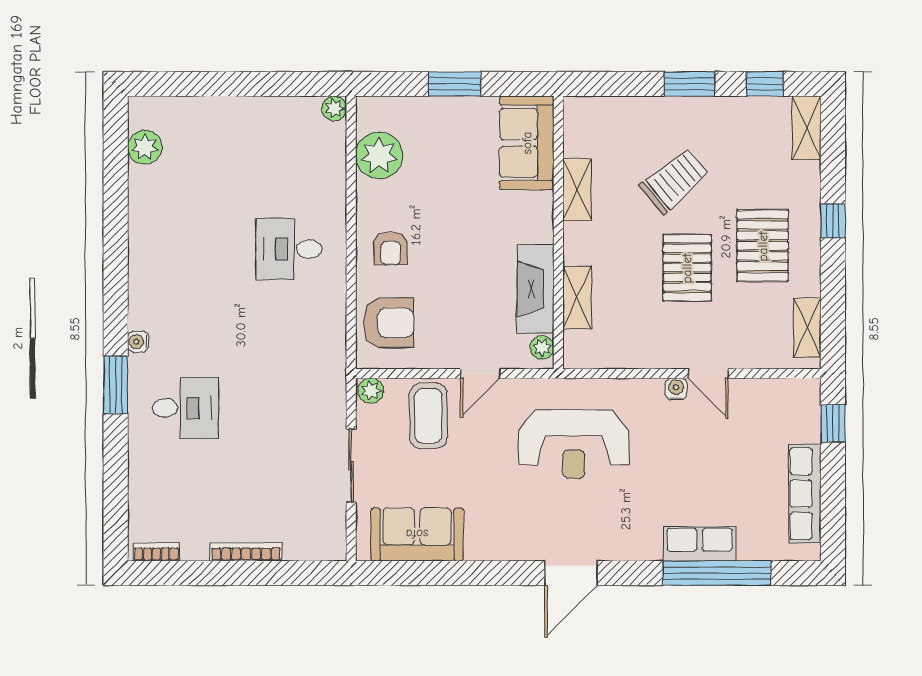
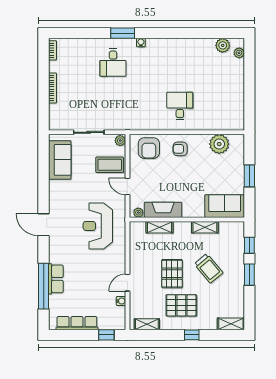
window: (765, 84) -> (249, 245), moved
plant: (334, 108) -> (239, 53), moved
pallet: (687, 268) -> (172, 274), turned 90
water cooler: (676, 389) -> (121, 301), moved

